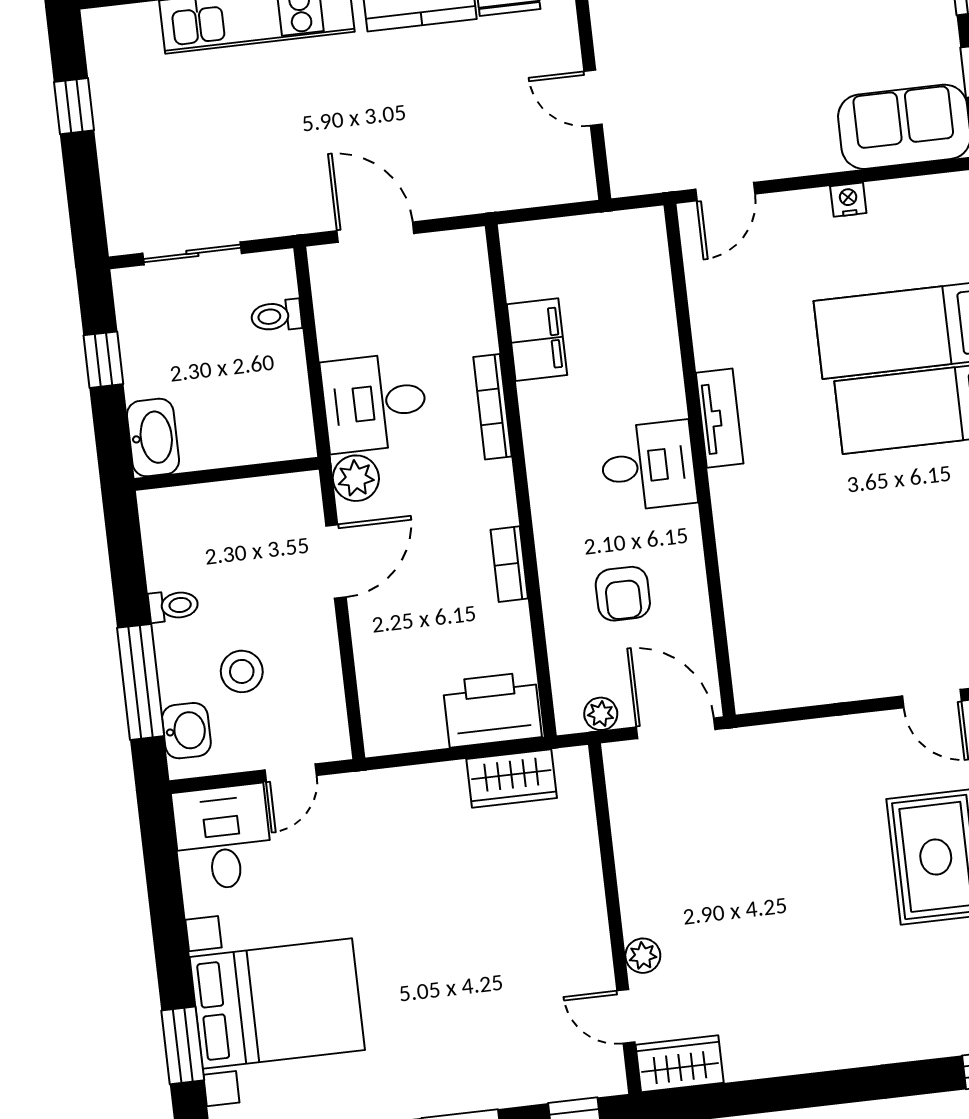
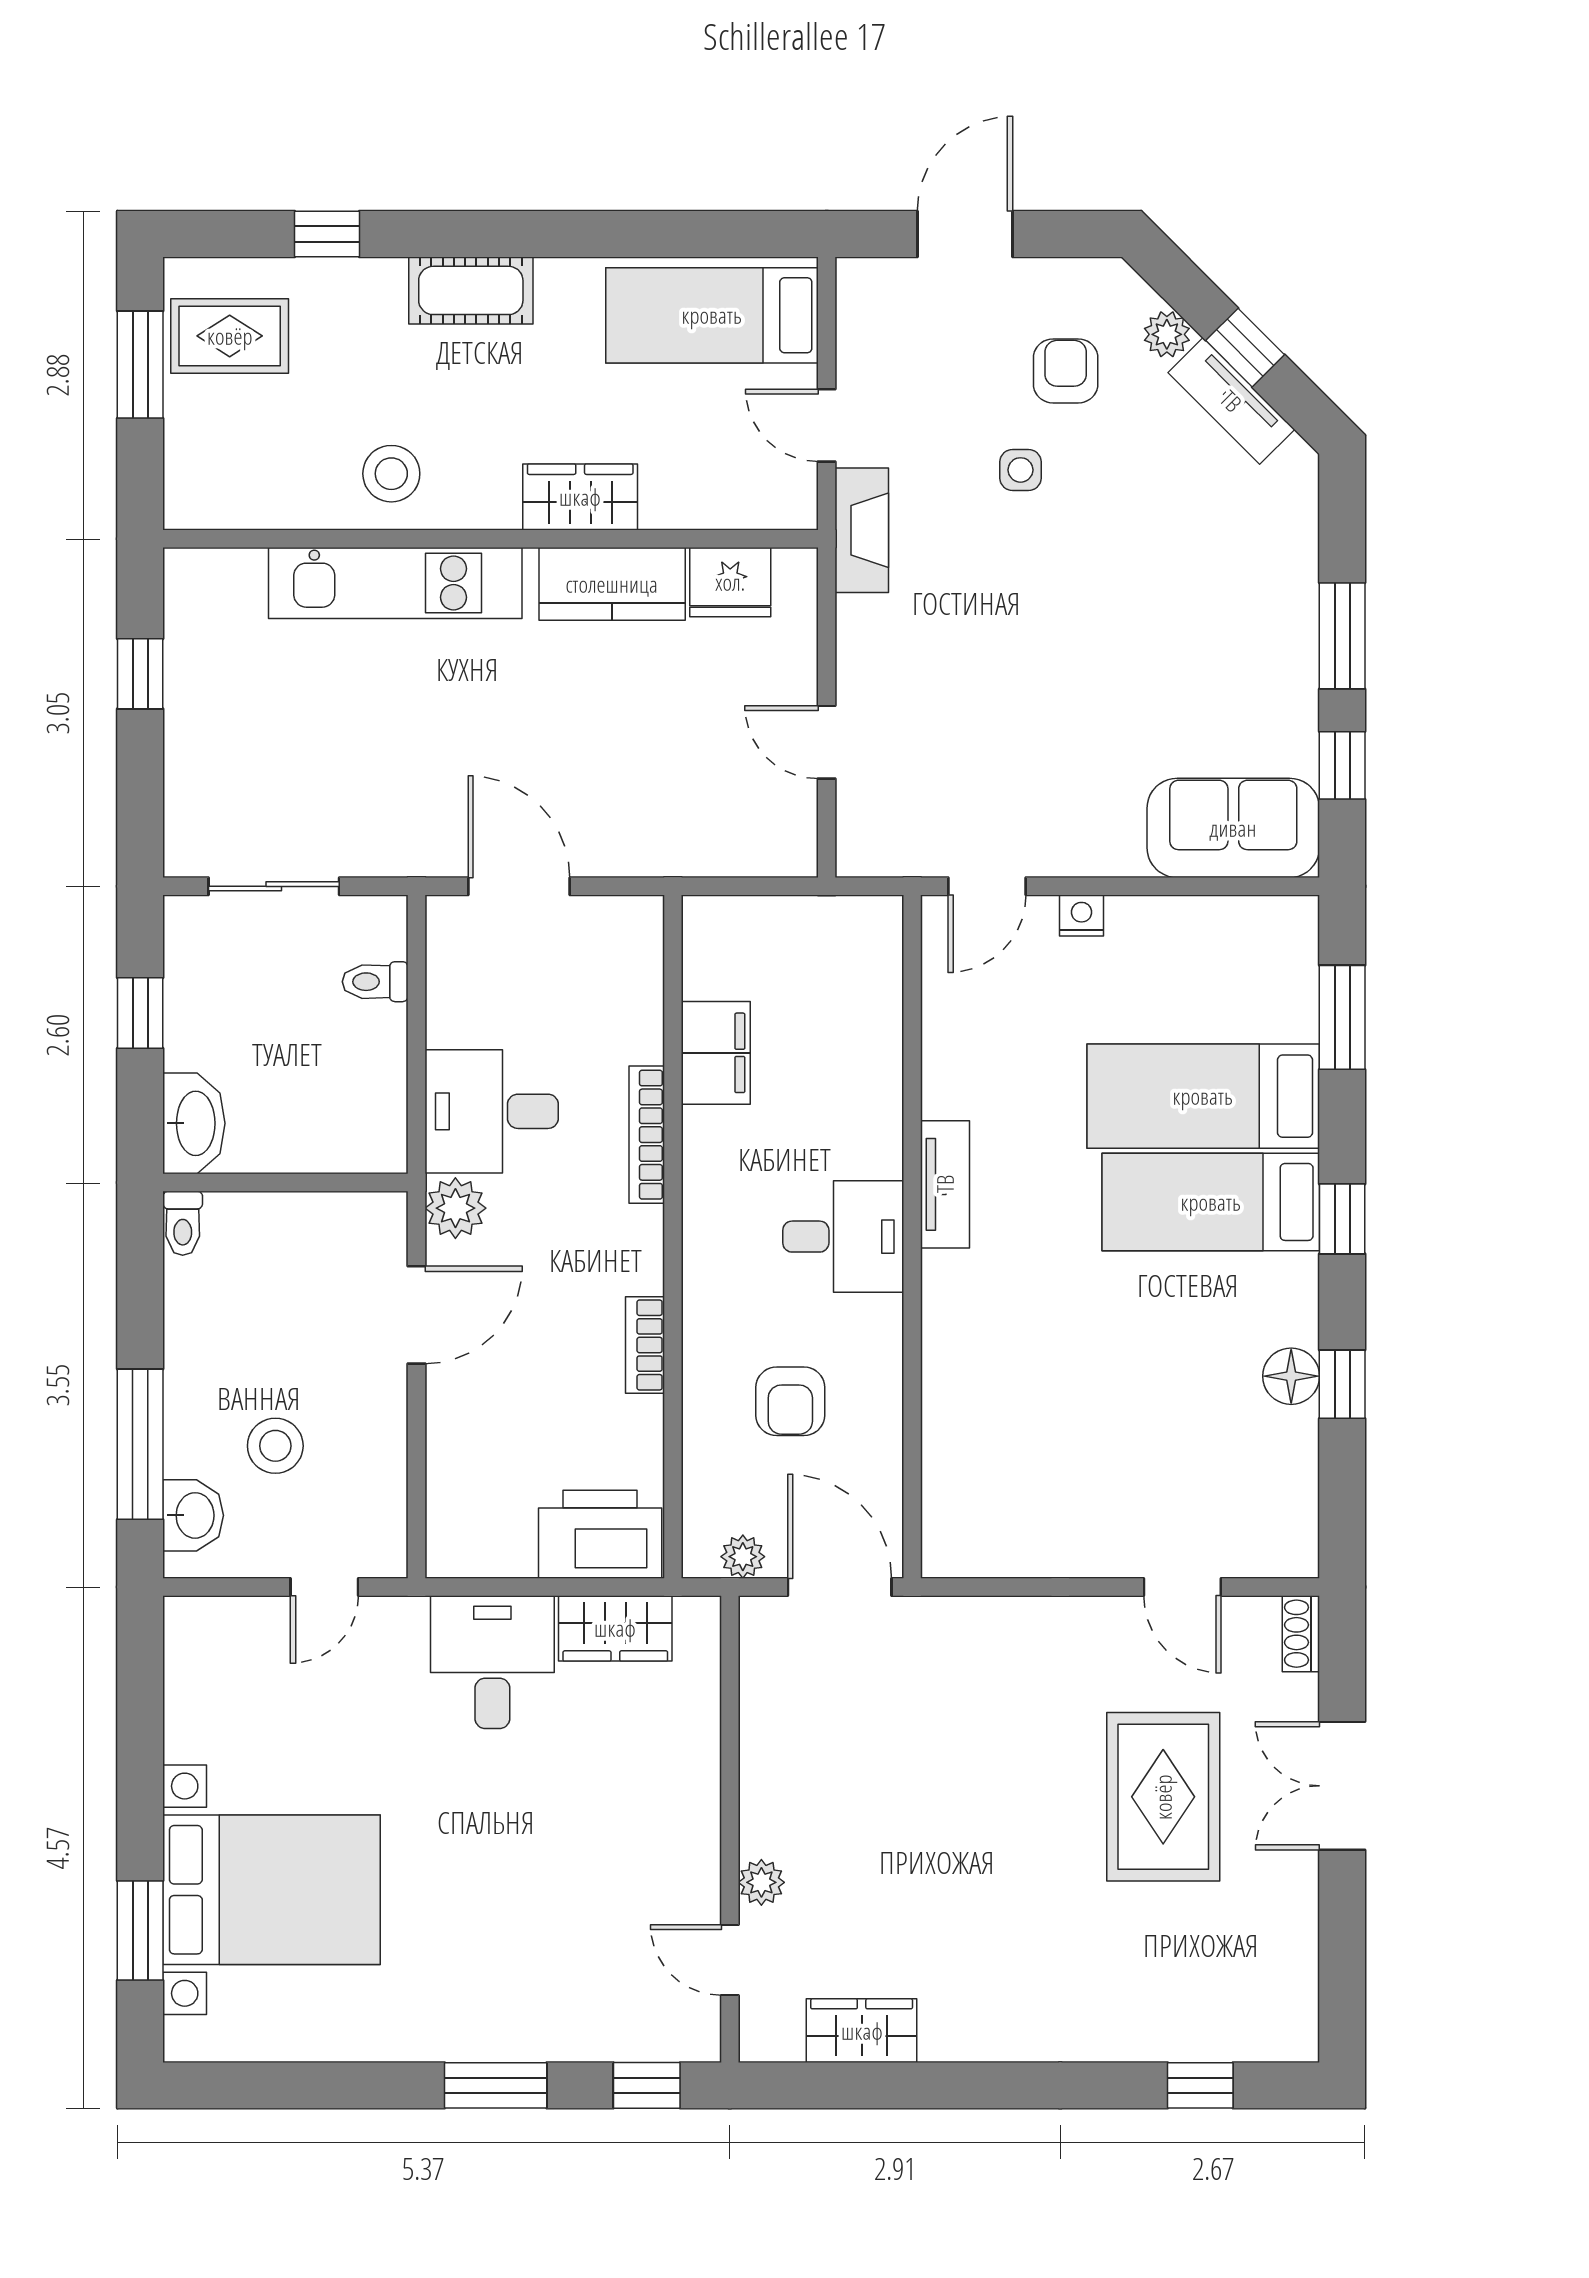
nightstand: (848, 200) -> (1081, 915), moved
toilet: (173, 606) -> (183, 1223), moved, turned 90
desk: (223, 837) -> (492, 1662), moved
wardrobe: (680, 1064) -> (862, 2031), moved

